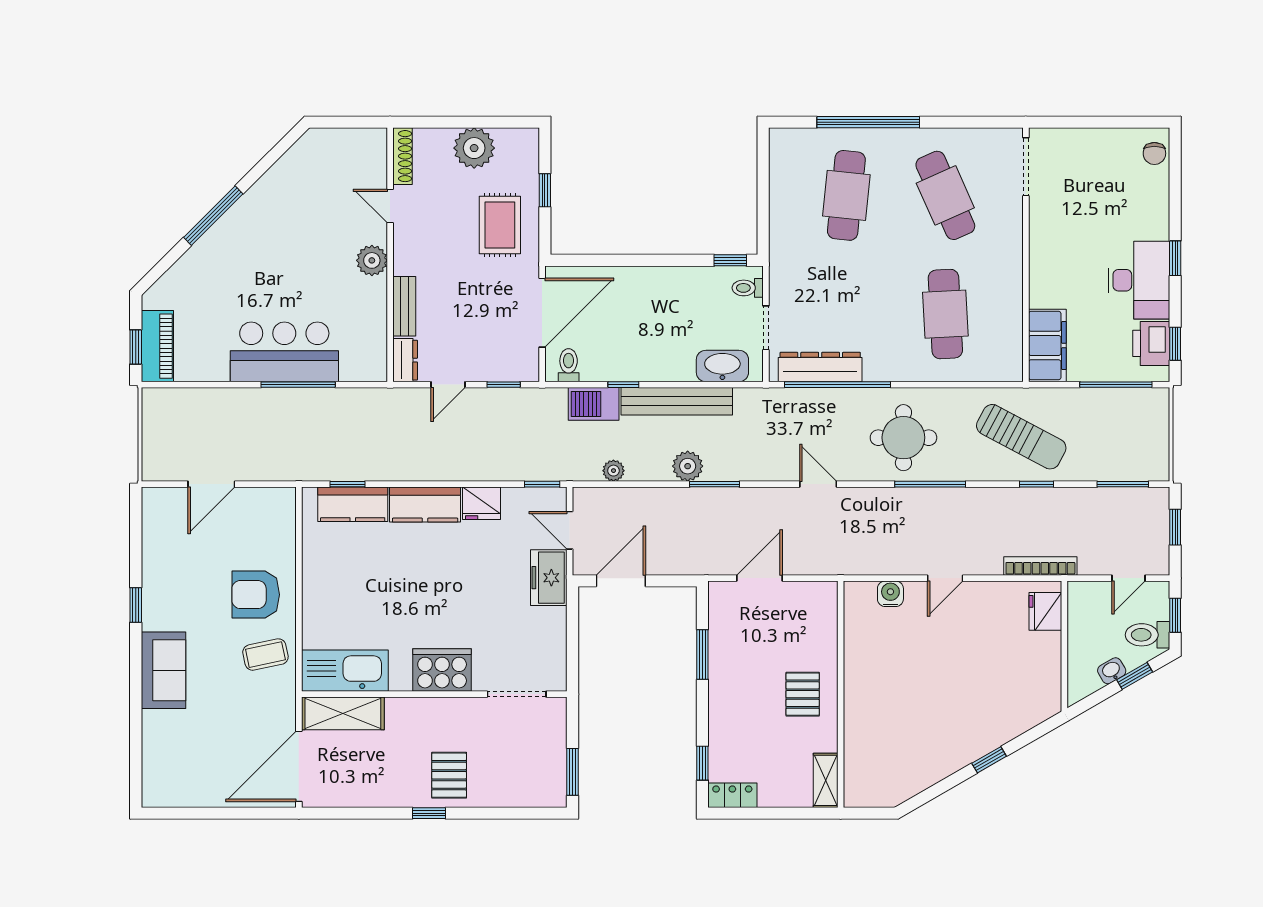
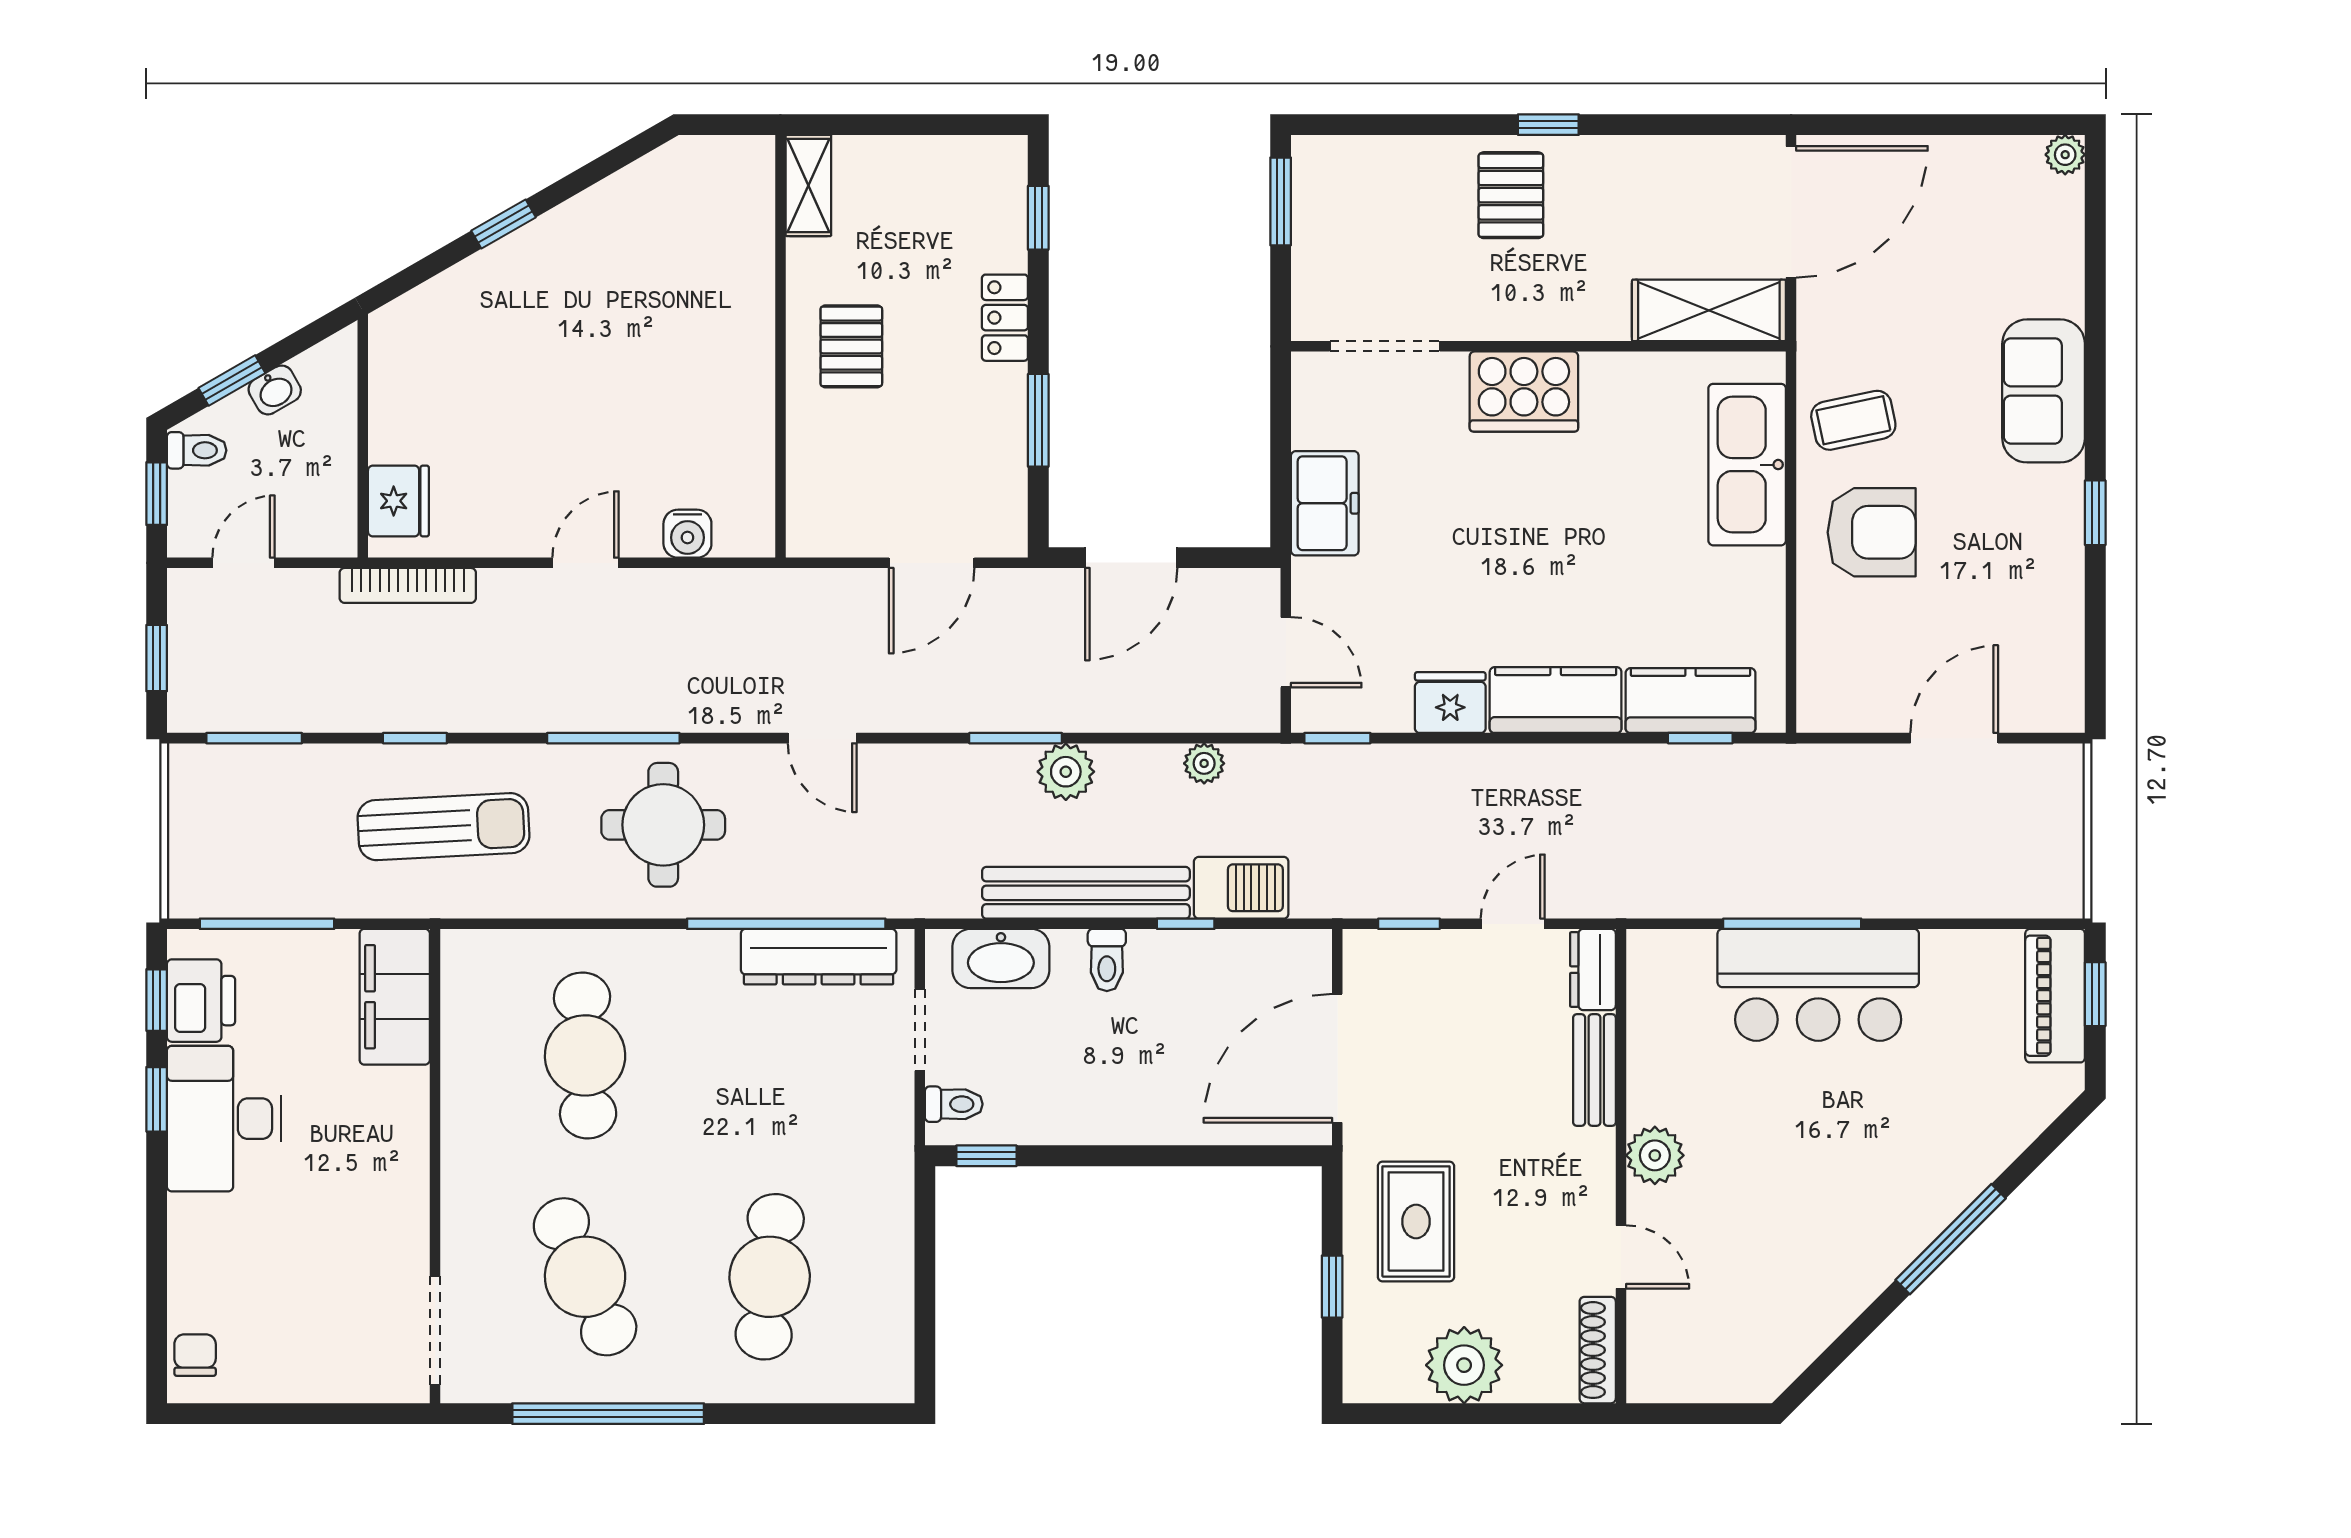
window: (868, 122) -> (608, 1414), moved
window: (1175, 258) -> (157, 1099), moved
toilet: (569, 365) -> (1107, 960), moved
sun lounger: (1021, 437) -> (443, 827), turned 149
freezer: (549, 578) -> (1325, 503), moved
door: (621, 581) -> (1131, 558), moved
toilet: (1147, 635) -> (197, 450), width x0.73, depth x0.72
kitchen sink: (345, 671) -> (1747, 465), moved, turned 90
locker: (732, 795) -> (1005, 318), moved, turned 90
plant: (152, 797) -> (2065, 155), added

